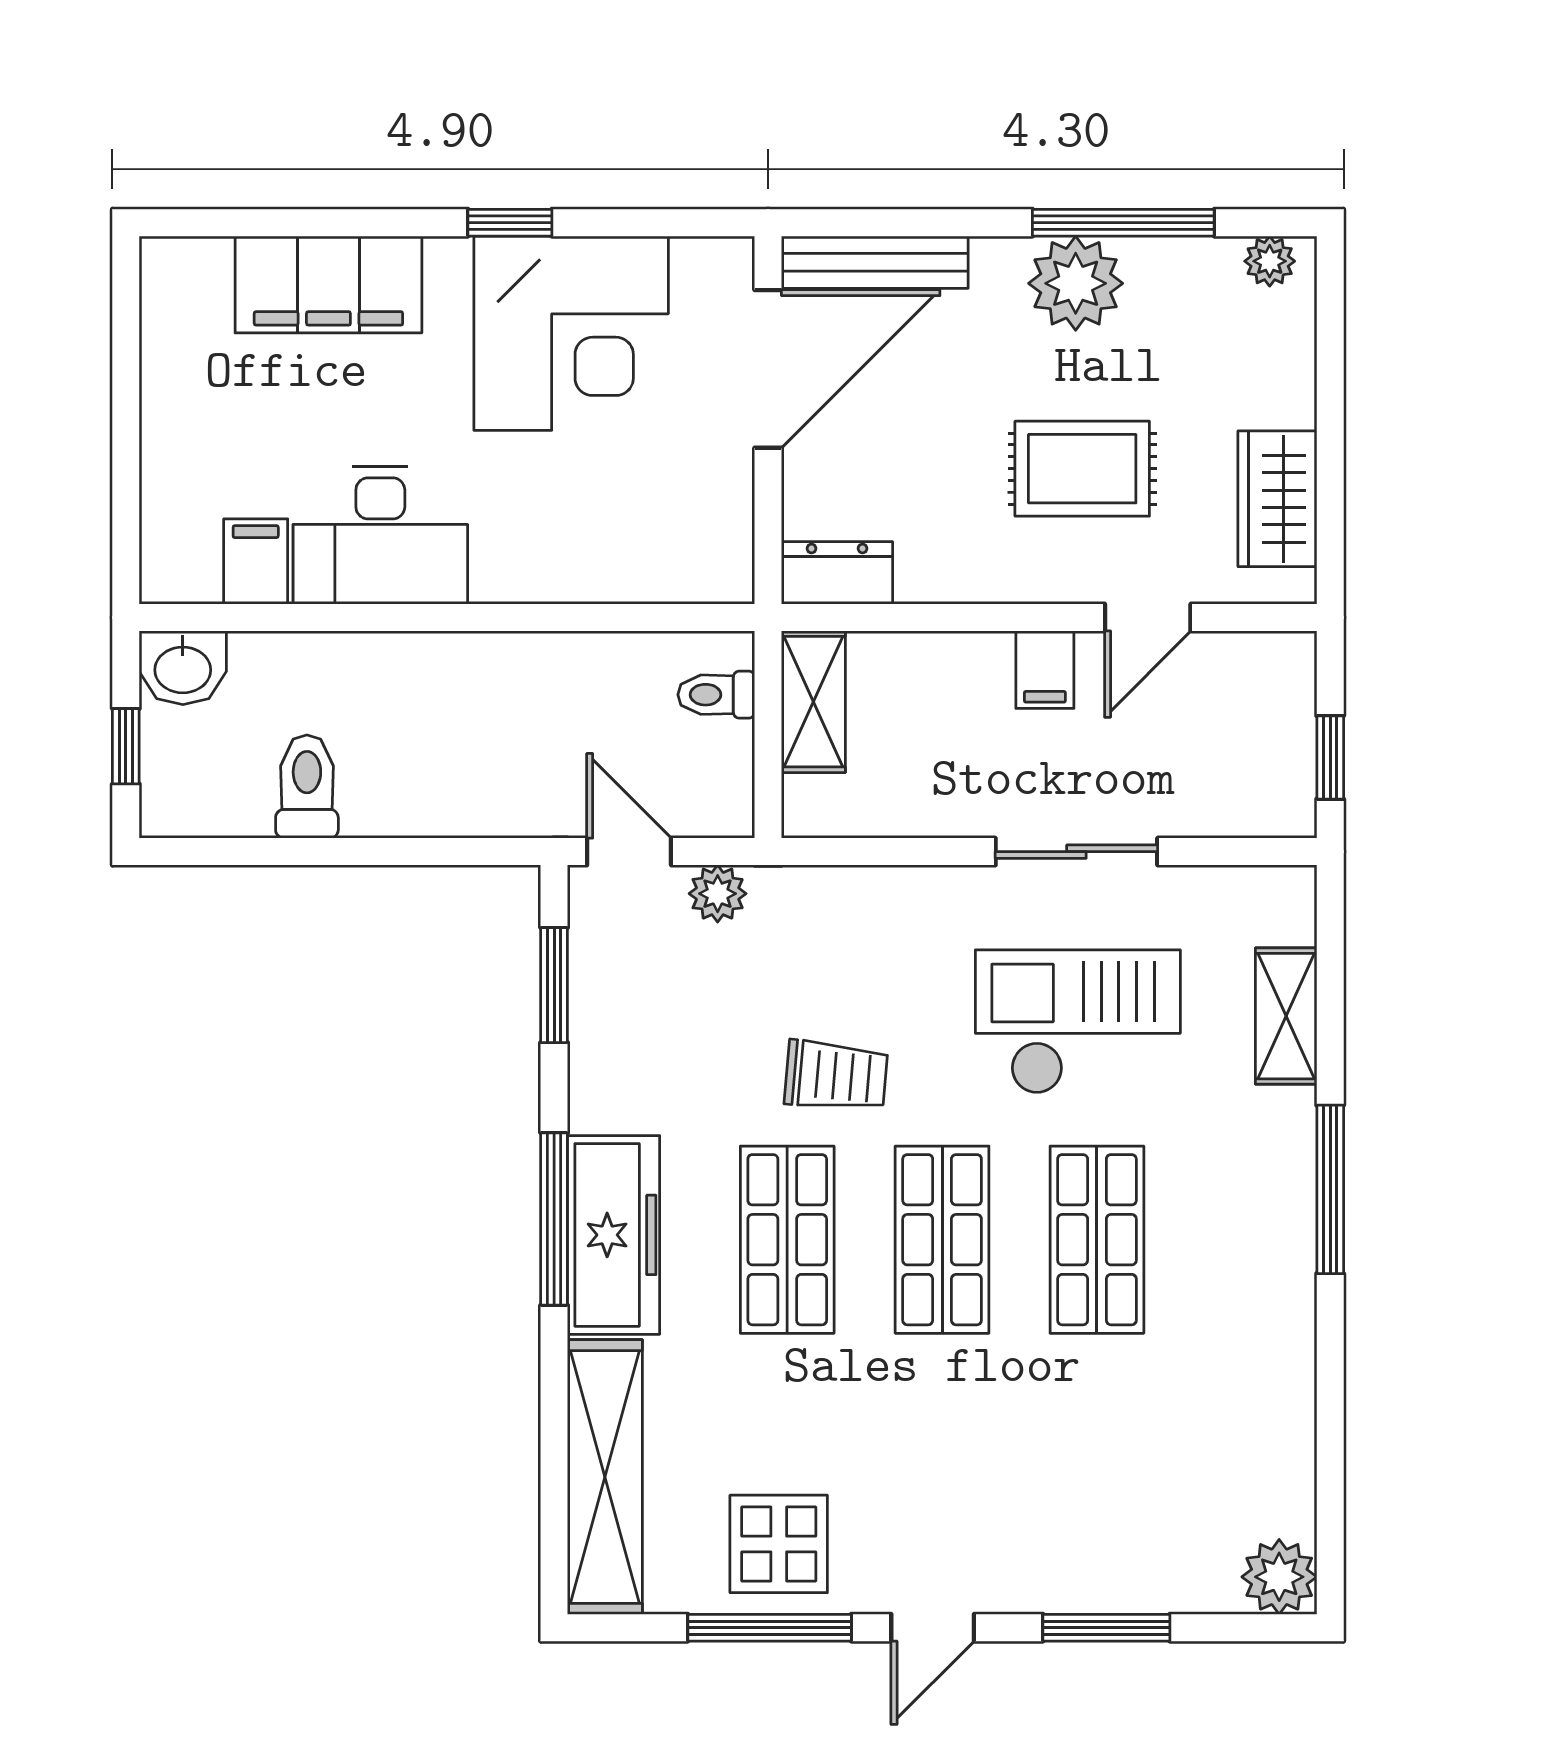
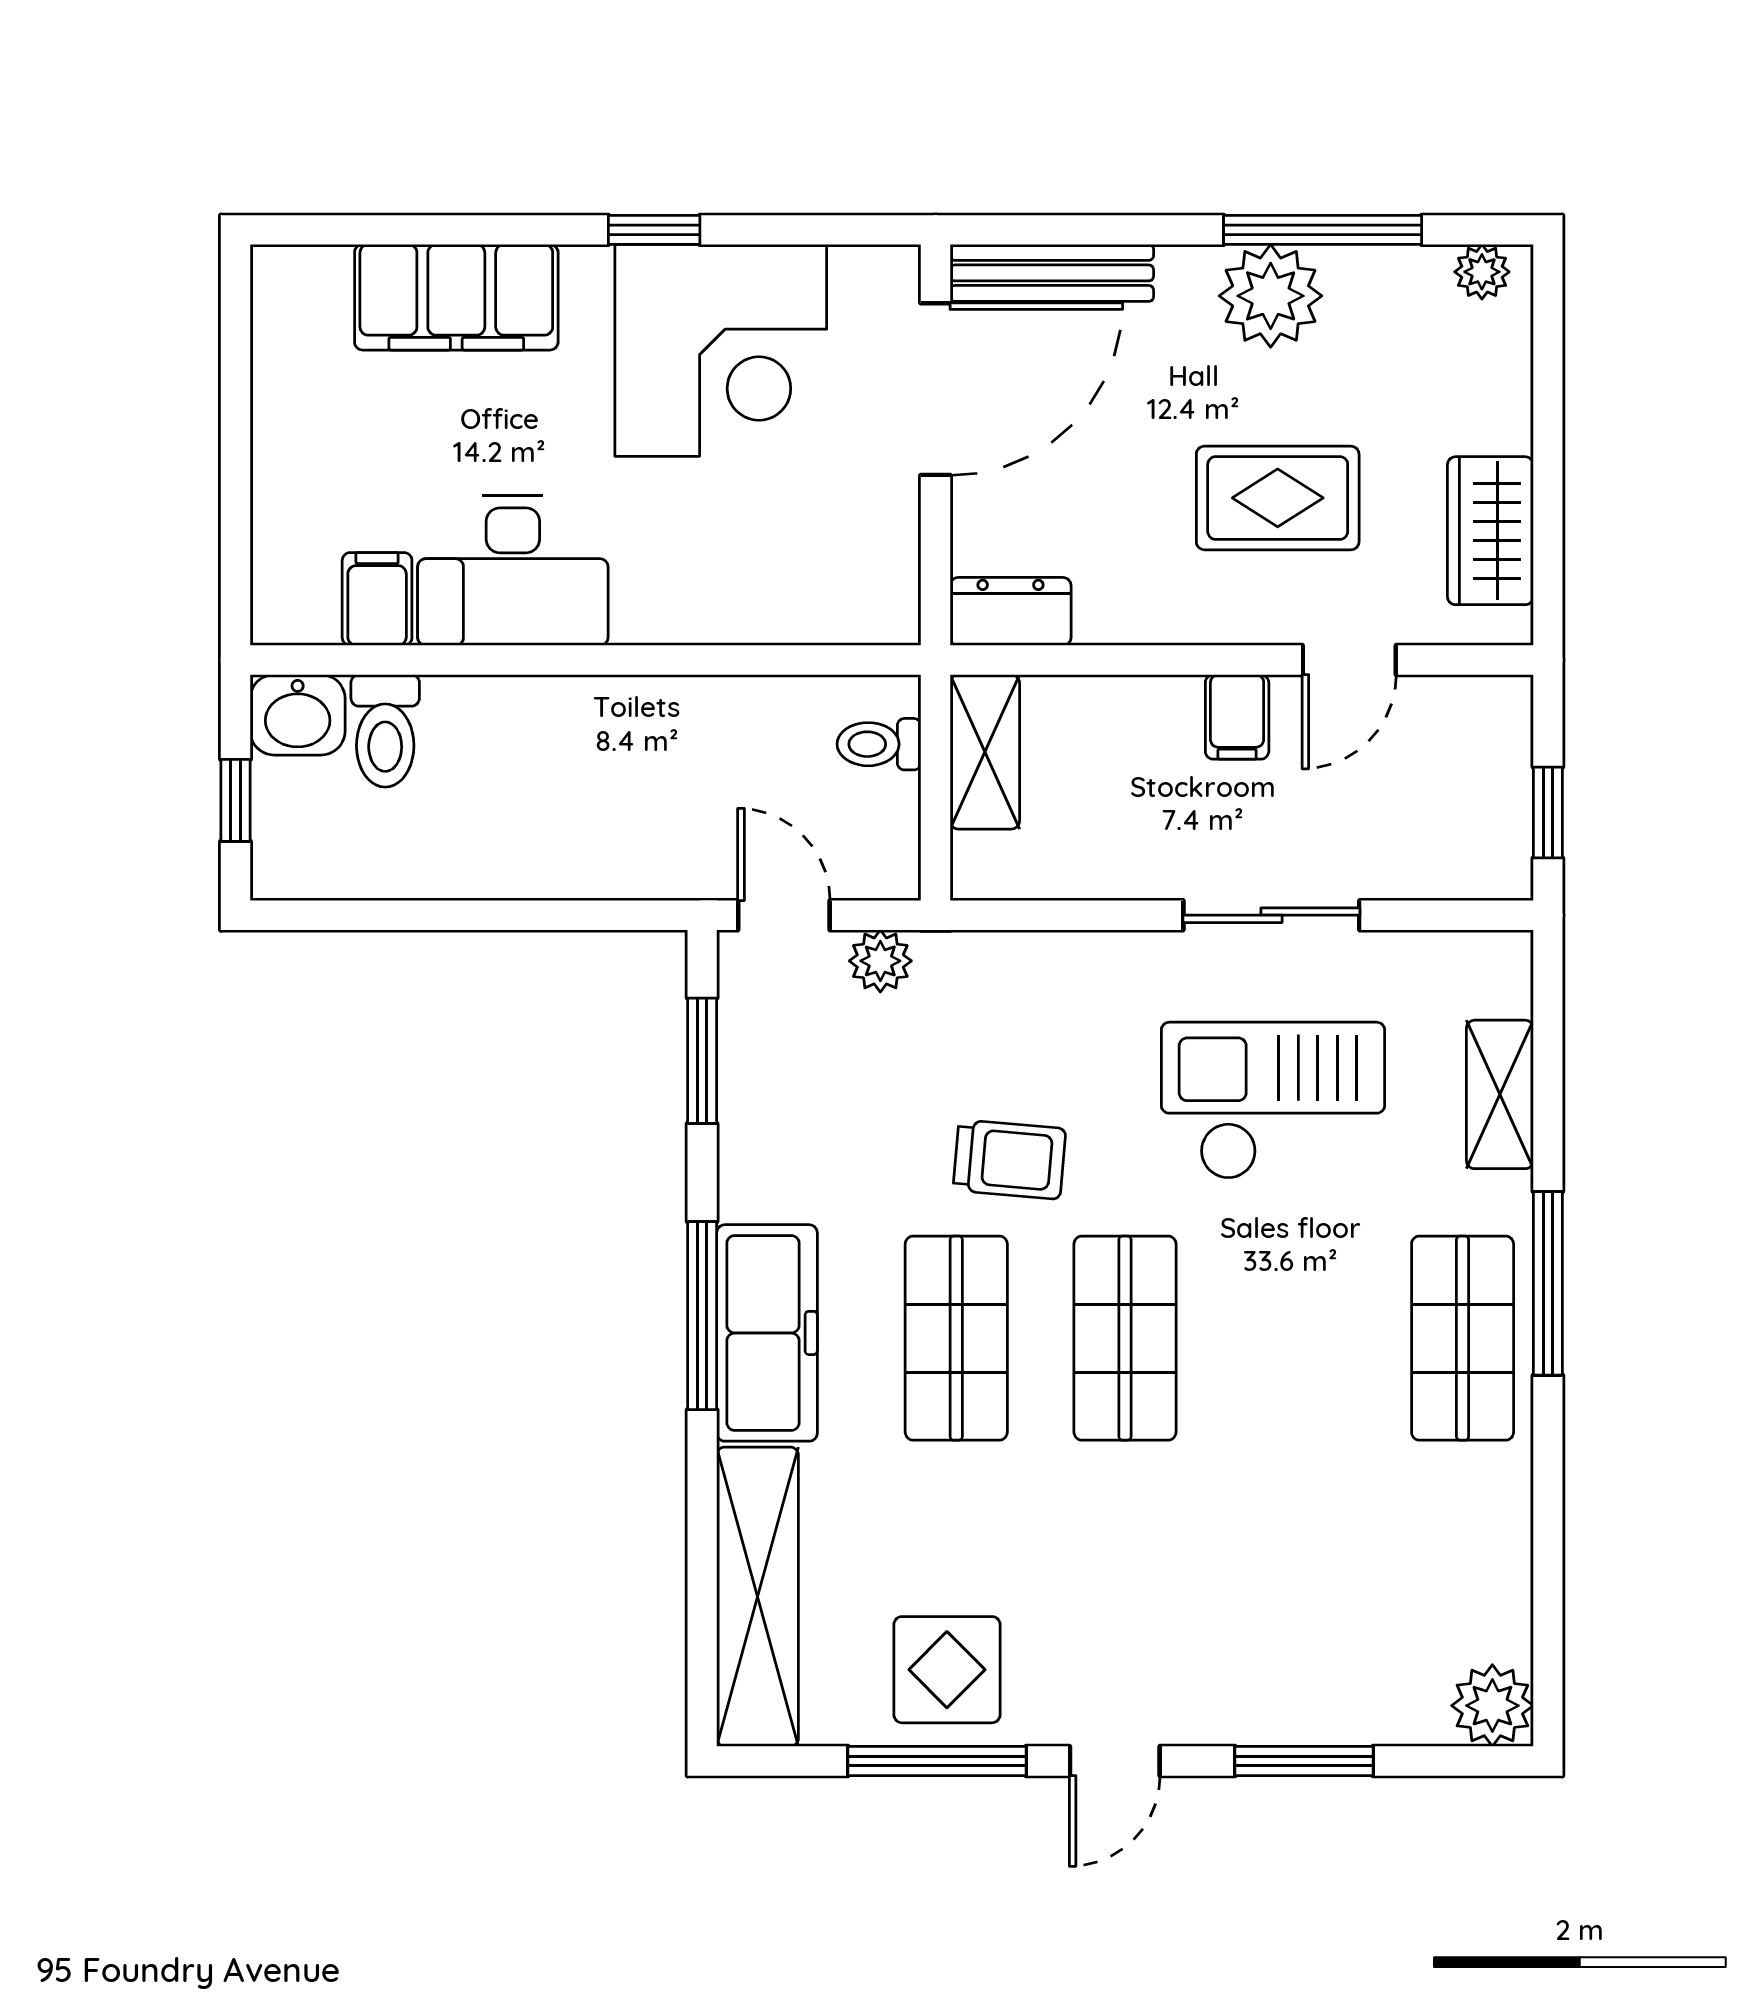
toilet: (307, 787) -> (385, 731), moved, turned 180
shop shelf: (1097, 1240) -> (1463, 1338), moved

